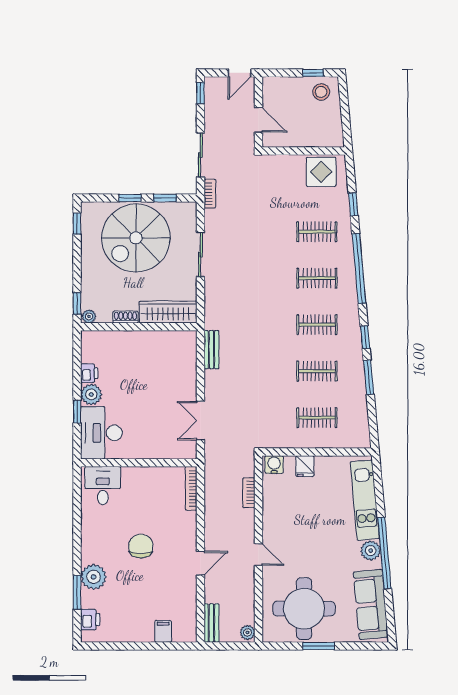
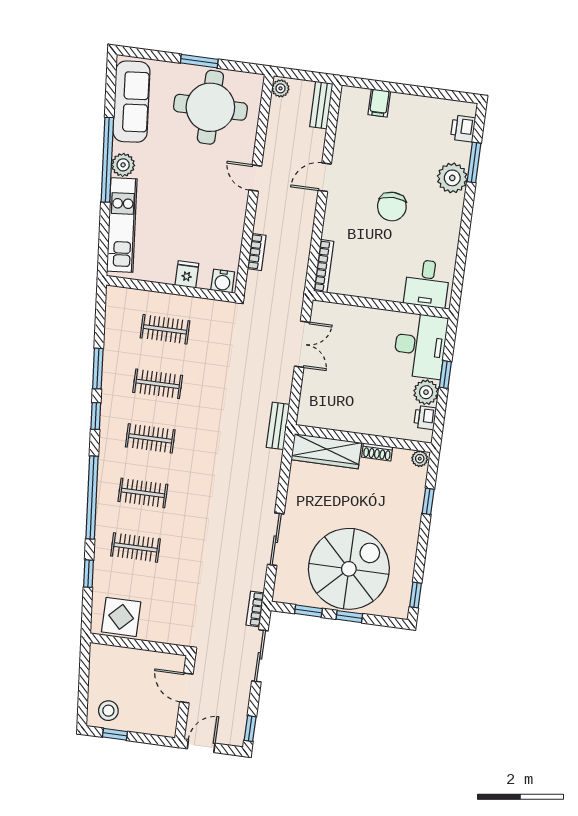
wardrobe: (168, 312) -> (326, 451), moved
plant: (89, 316) -> (420, 459), moved
shoe rack: (125, 317) -> (377, 452), moved
wall: (139, 327) -> (363, 439), moved

